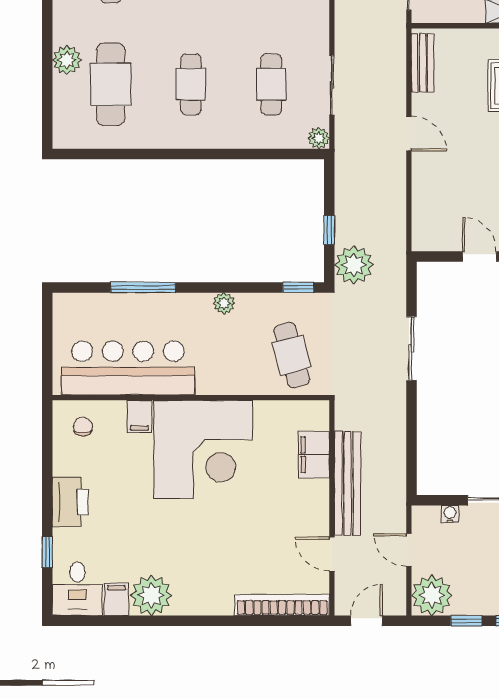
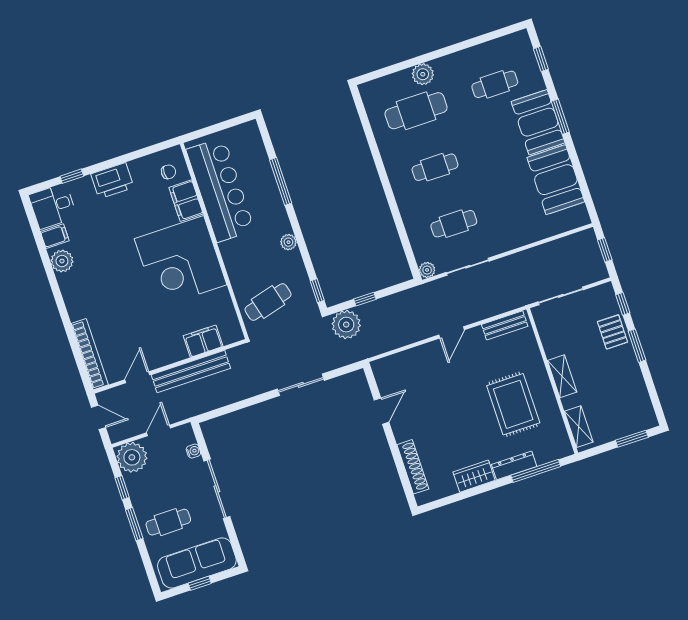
filing cabinet: (139, 417) -> (186, 201), width x2.00
plant: (151, 595) -> (62, 261), width x0.73, depth x0.73

